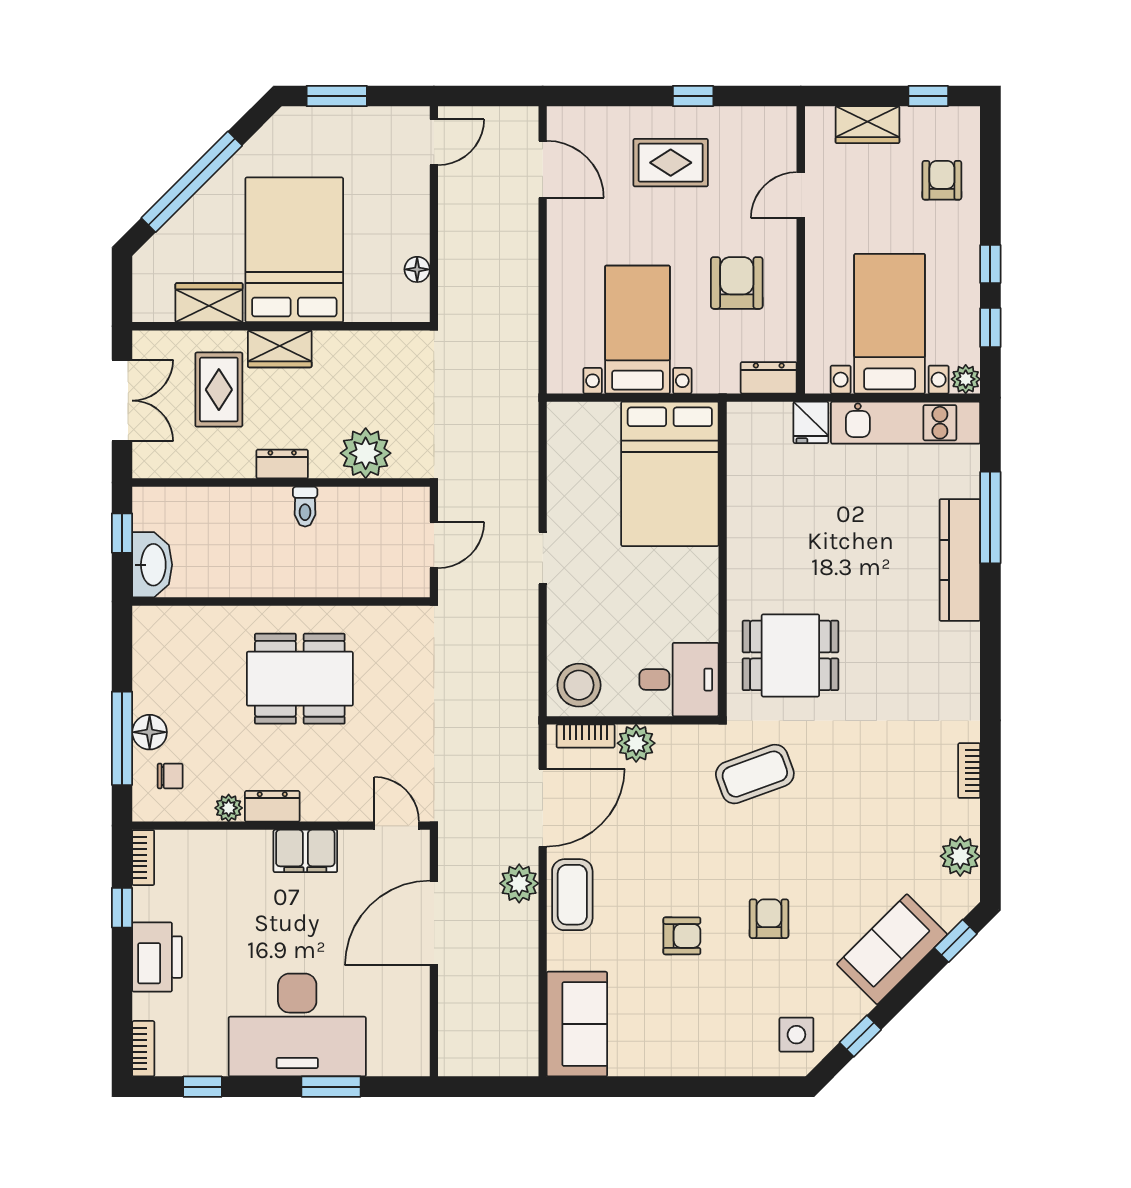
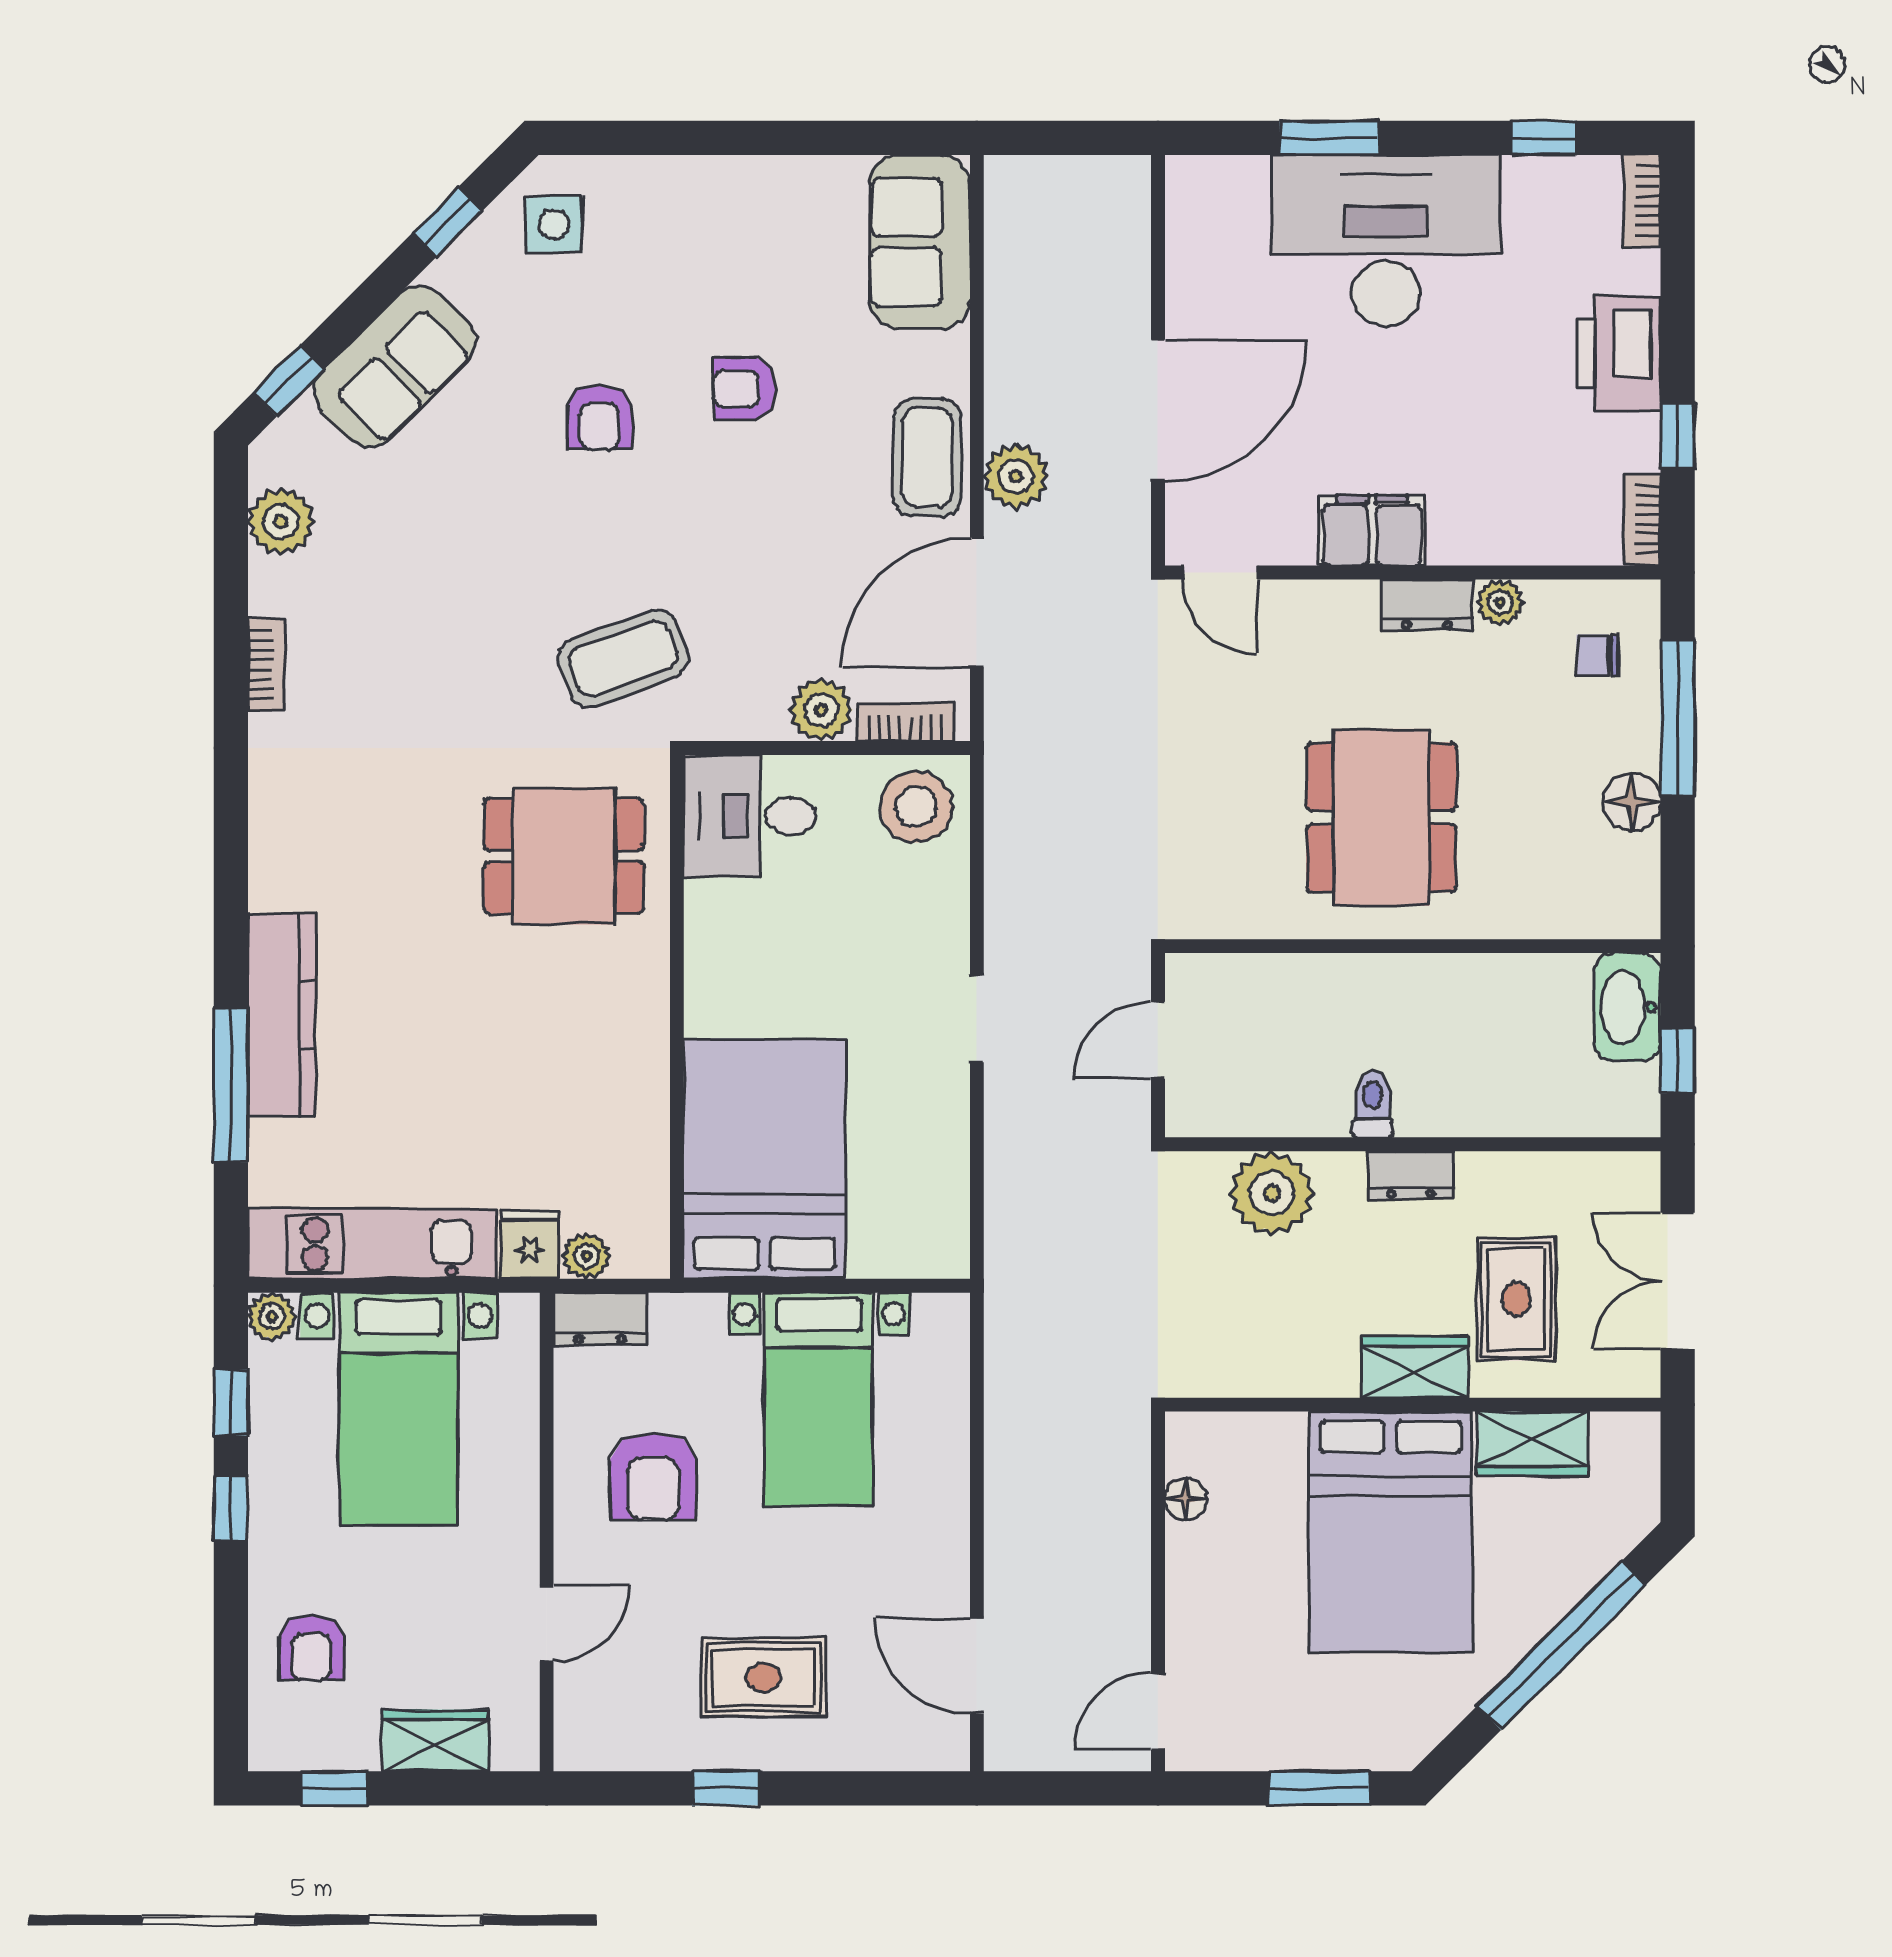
plant: (777, 416) -> (586, 1256), added
dining table: (300, 679) -> (1381, 817), turned 90
floor lamp: (150, 732) -> (1632, 802), moved

